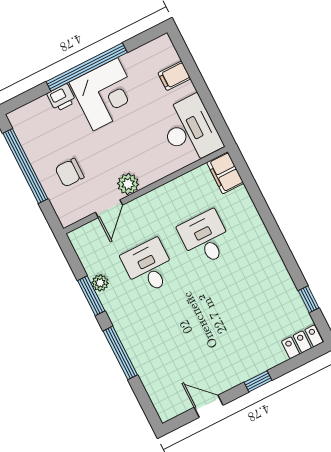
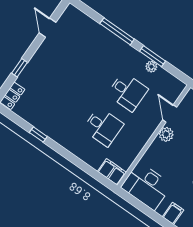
window: (309, 299) -> (38, 135), moved
window: (258, 381) -> (19, 68), moved
door: (209, 406) -> (48, 28), swing flipped

